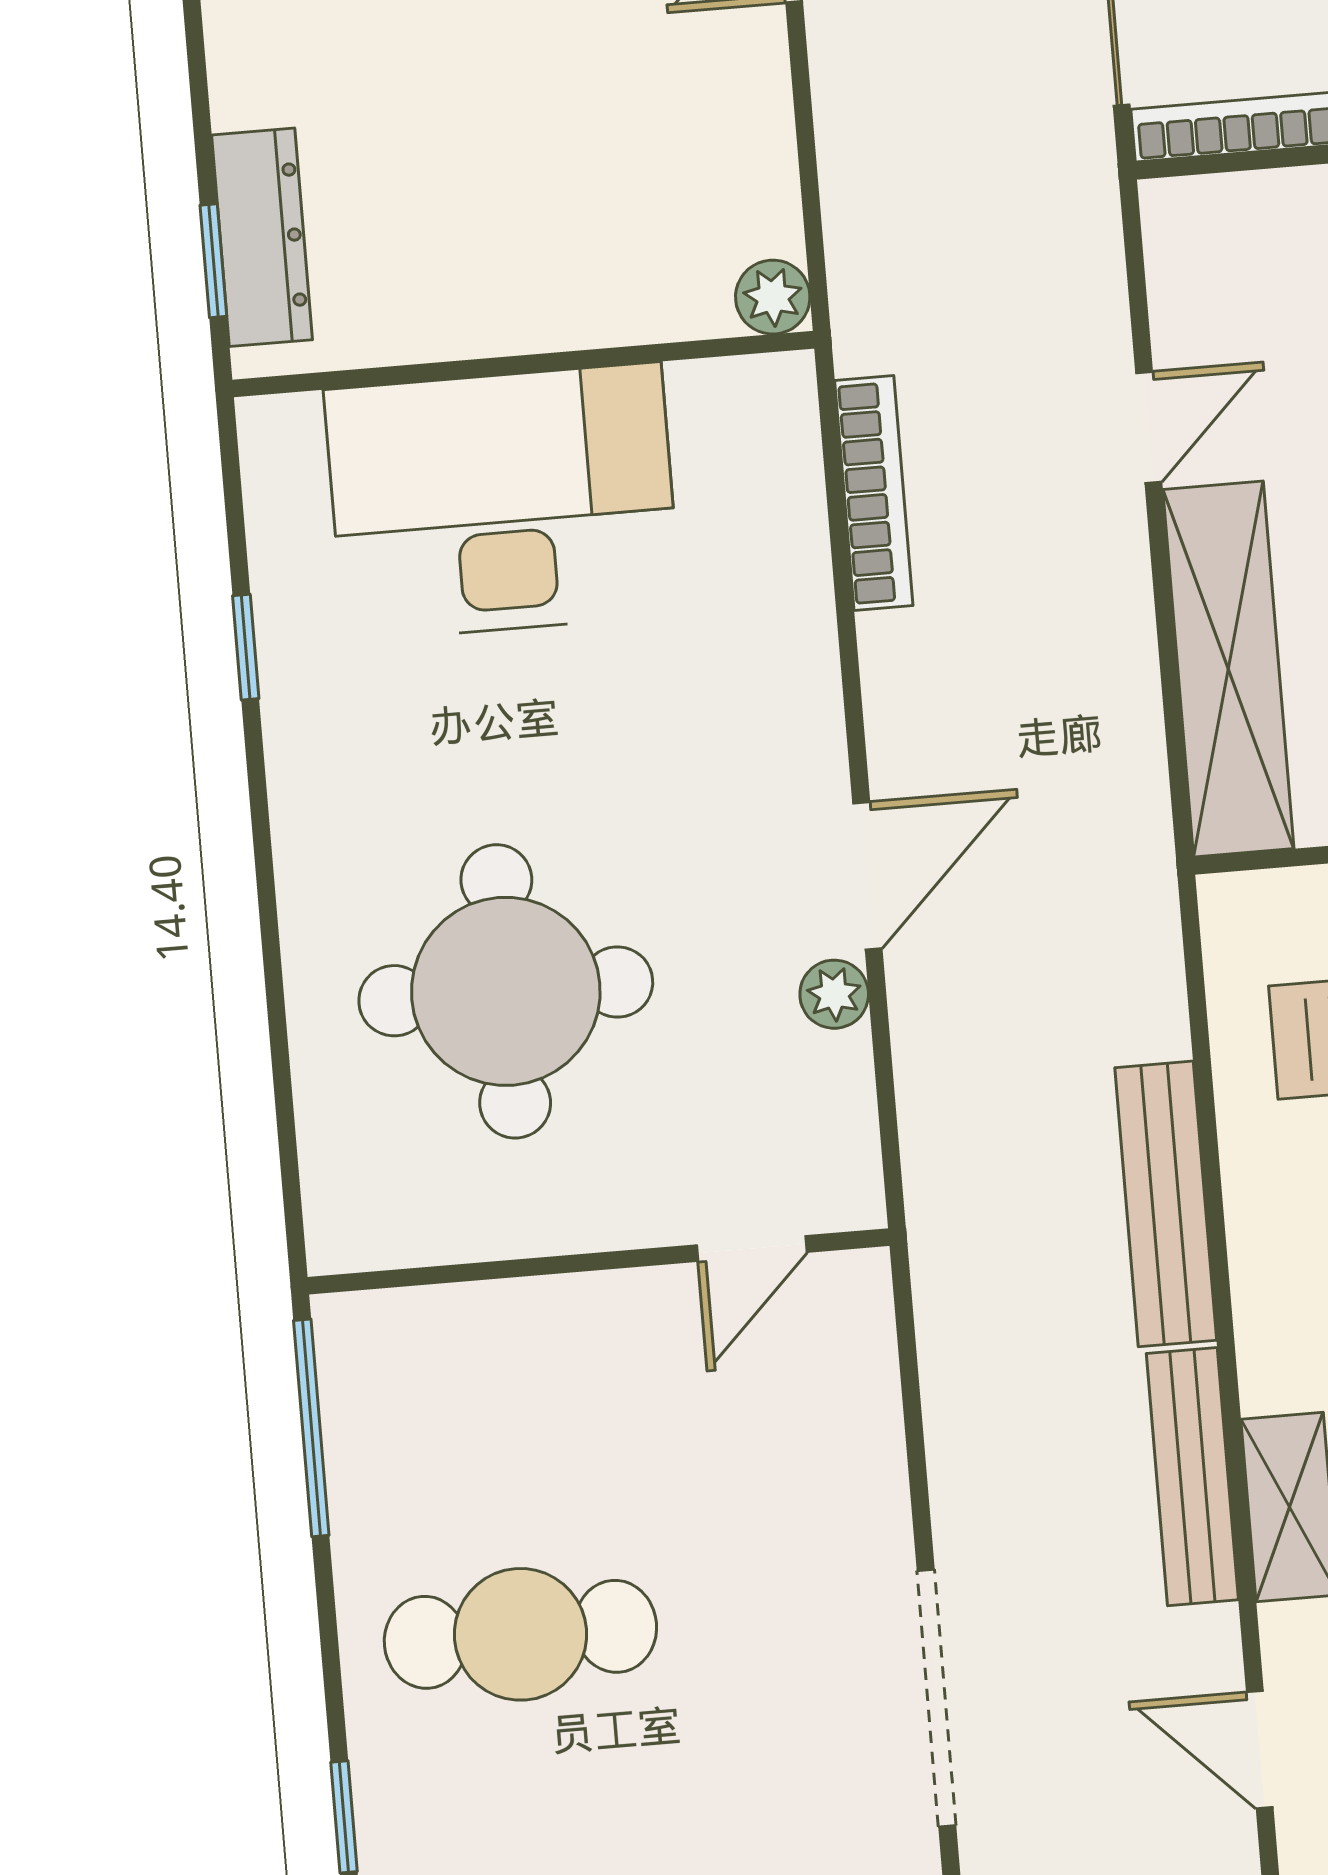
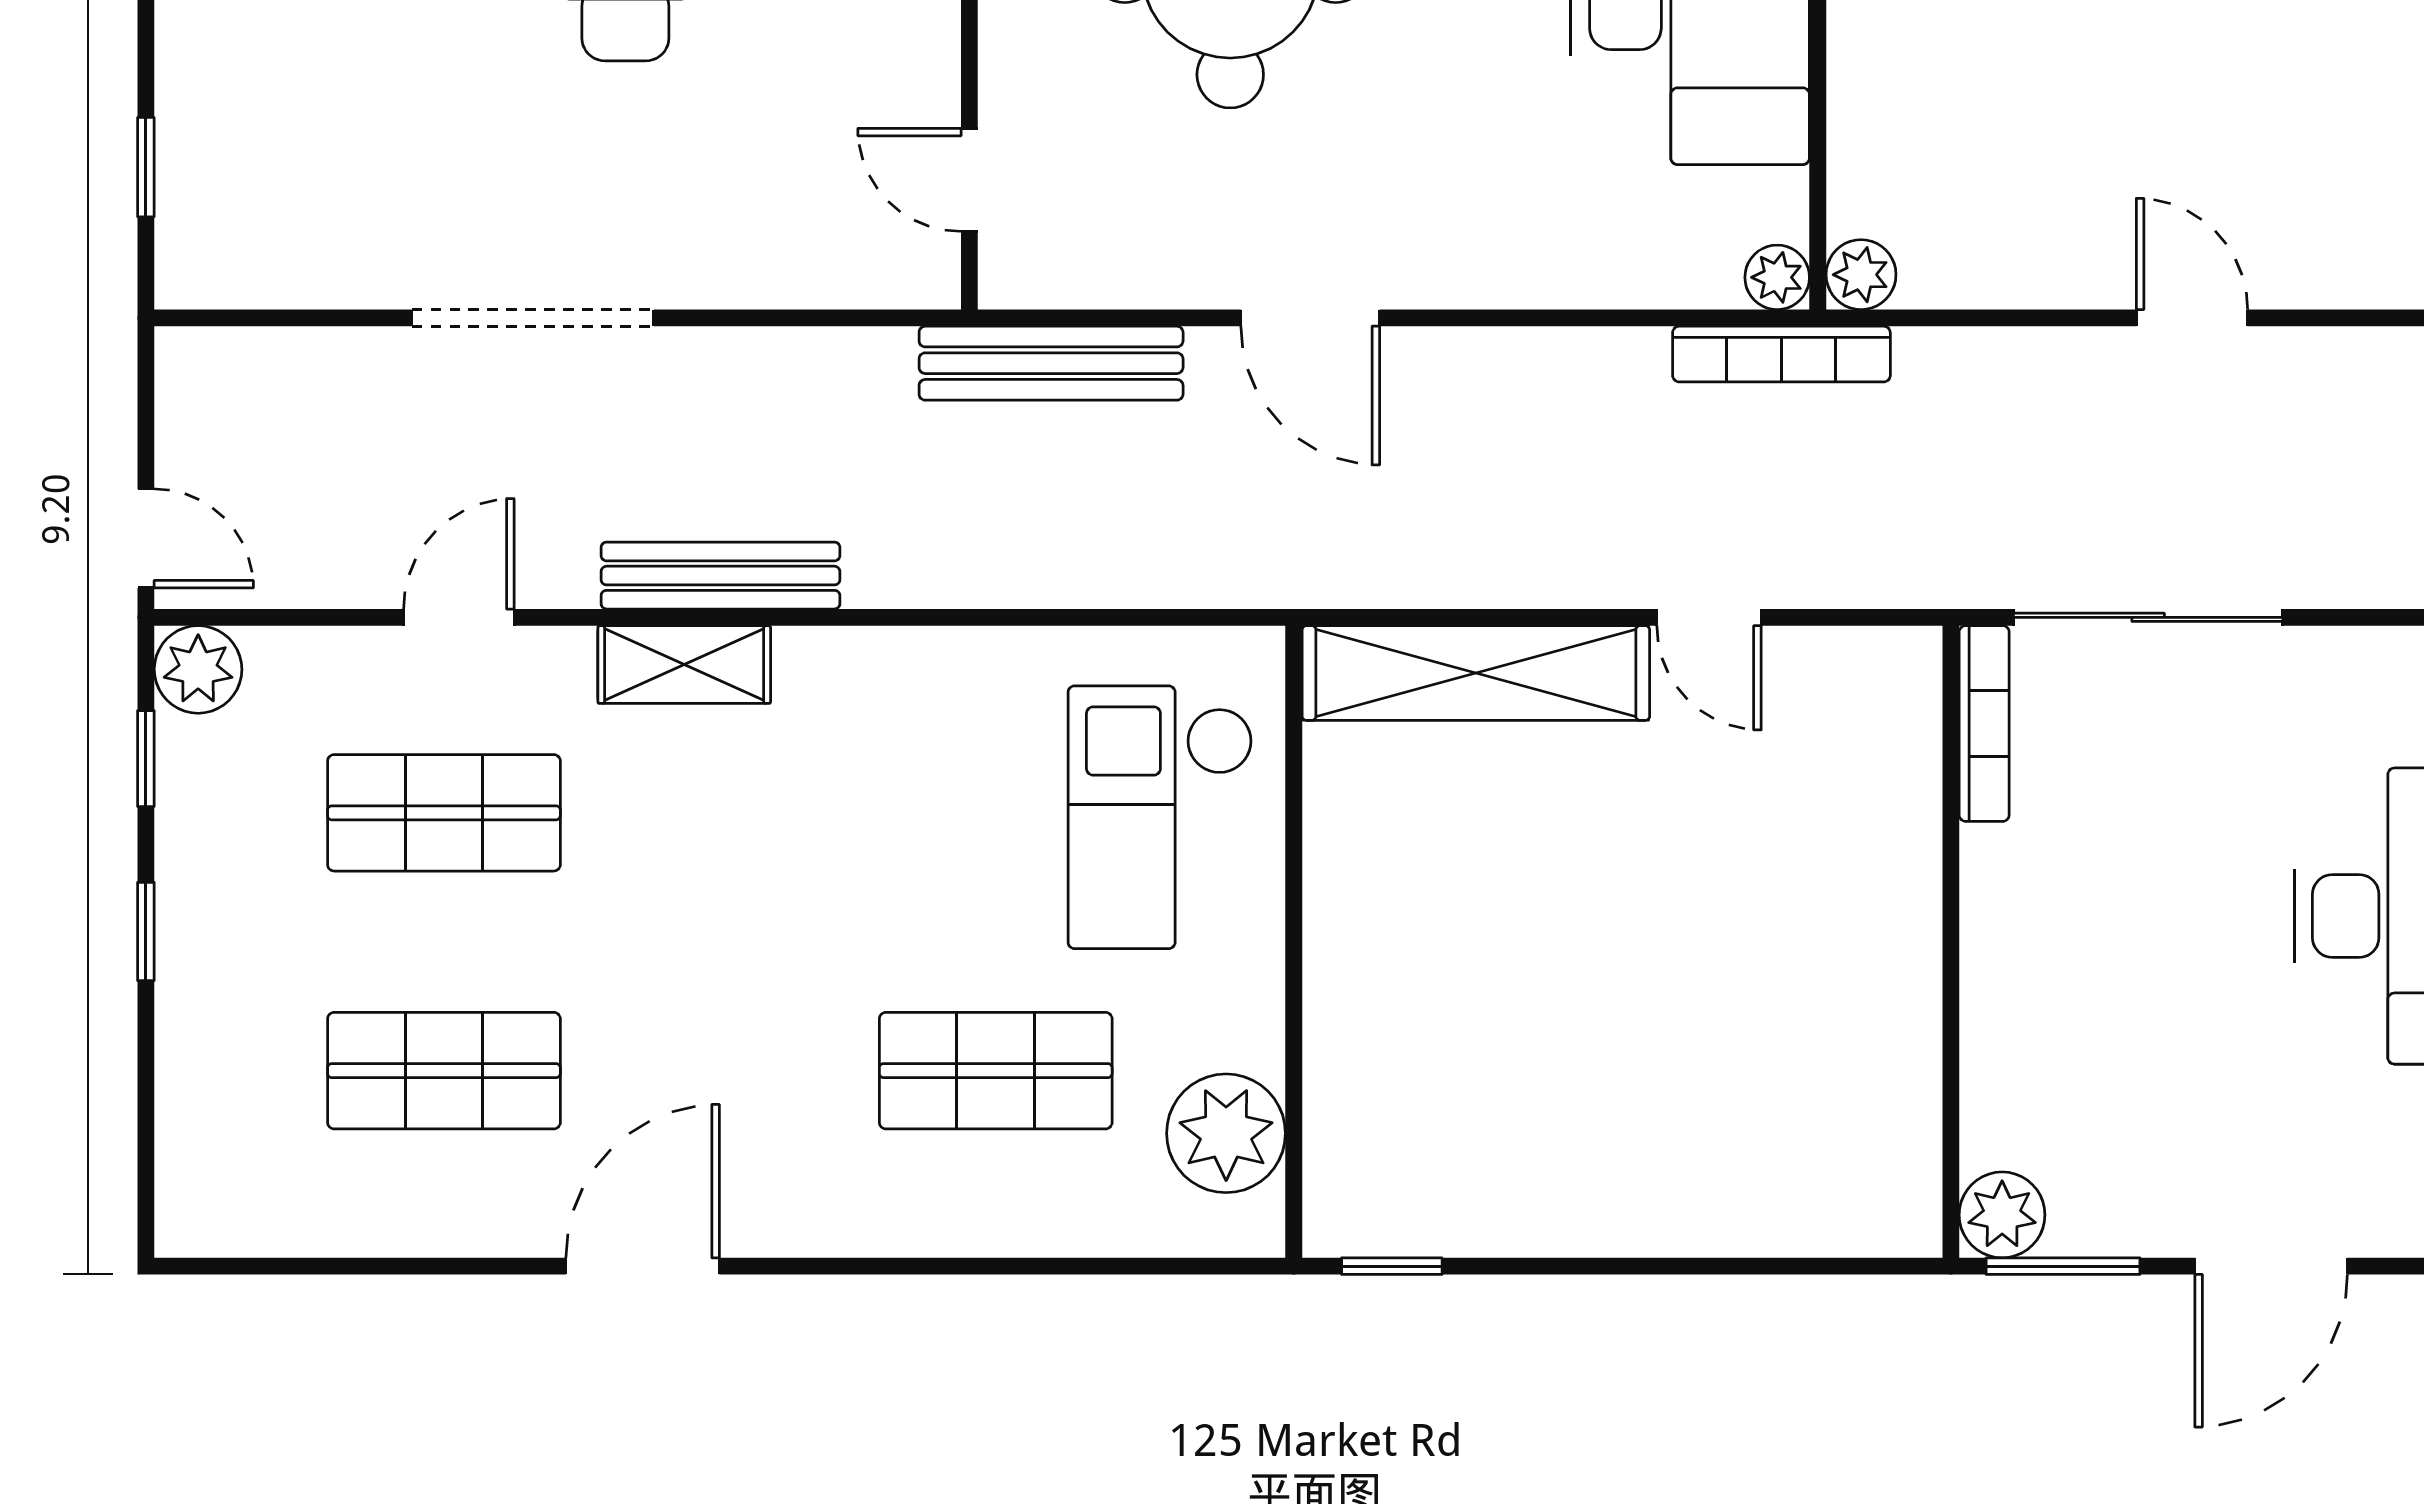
bookcase: (874, 493) -> (1781, 354), moved
plant: (834, 994) -> (1777, 277), moved
bench: (1166, 1204) -> (1051, 363), moved

